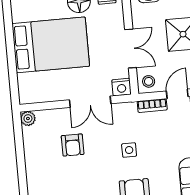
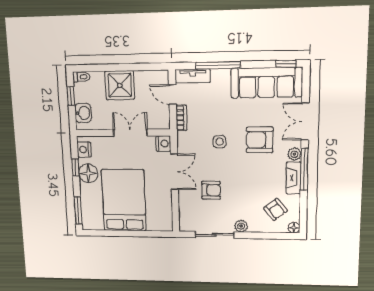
stool: (149, 81) -> (160, 119), removed
plant: (28, 119) -> (241, 226), moved
sliding door: (20, 153) -> (214, 235), added

